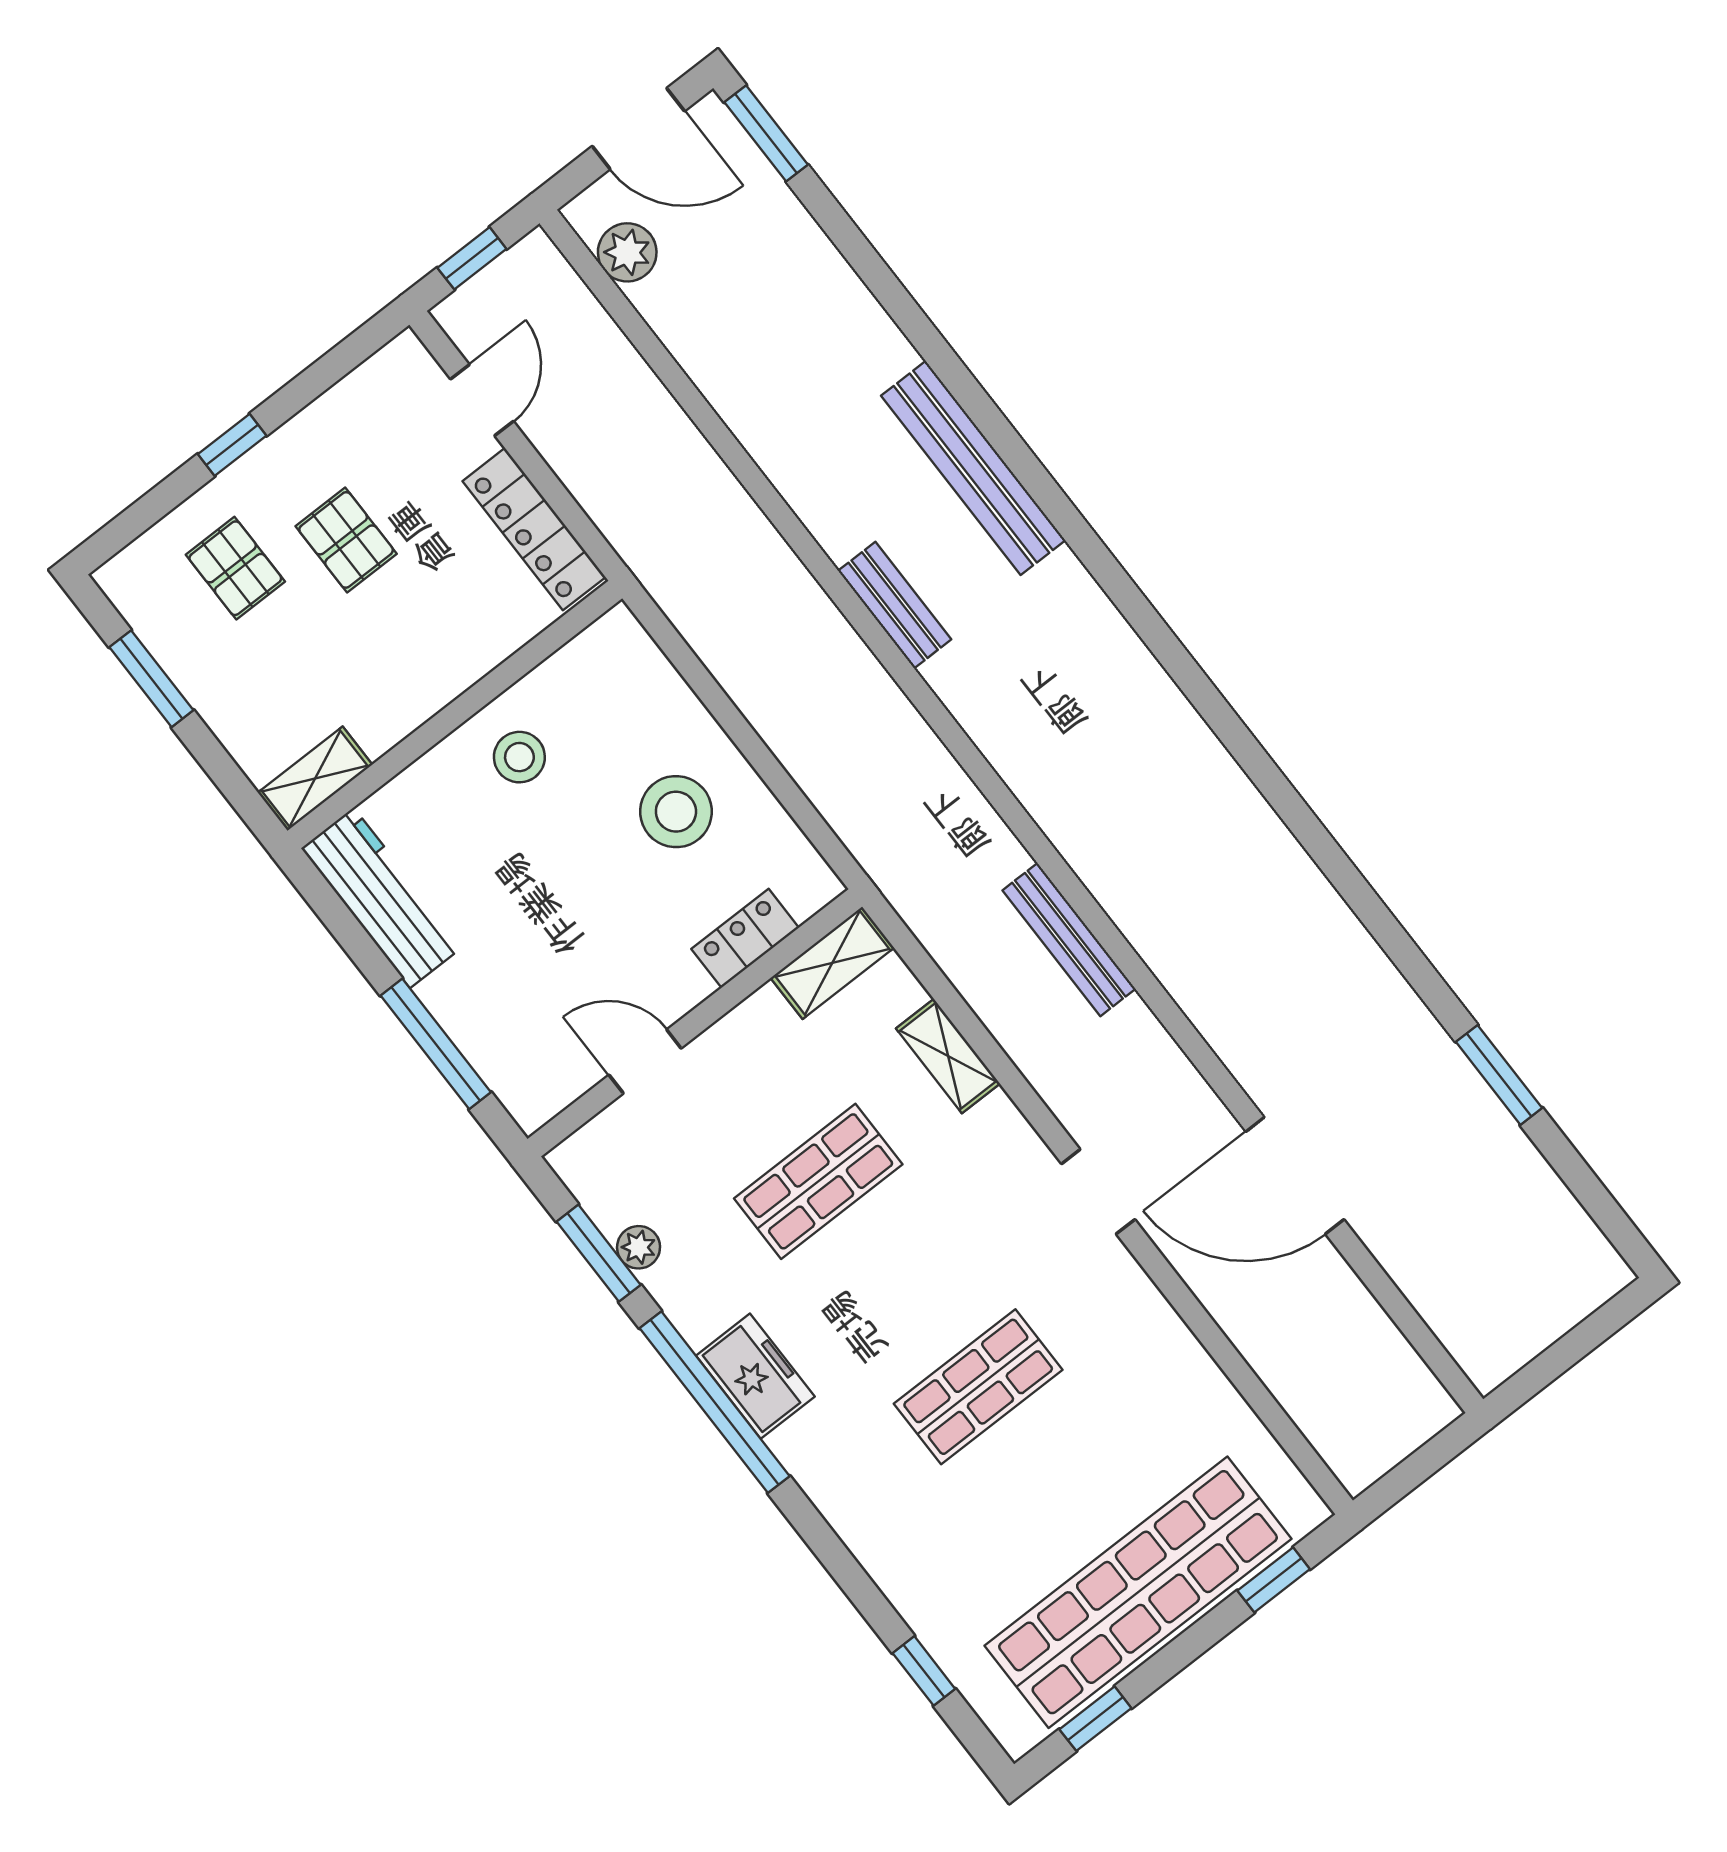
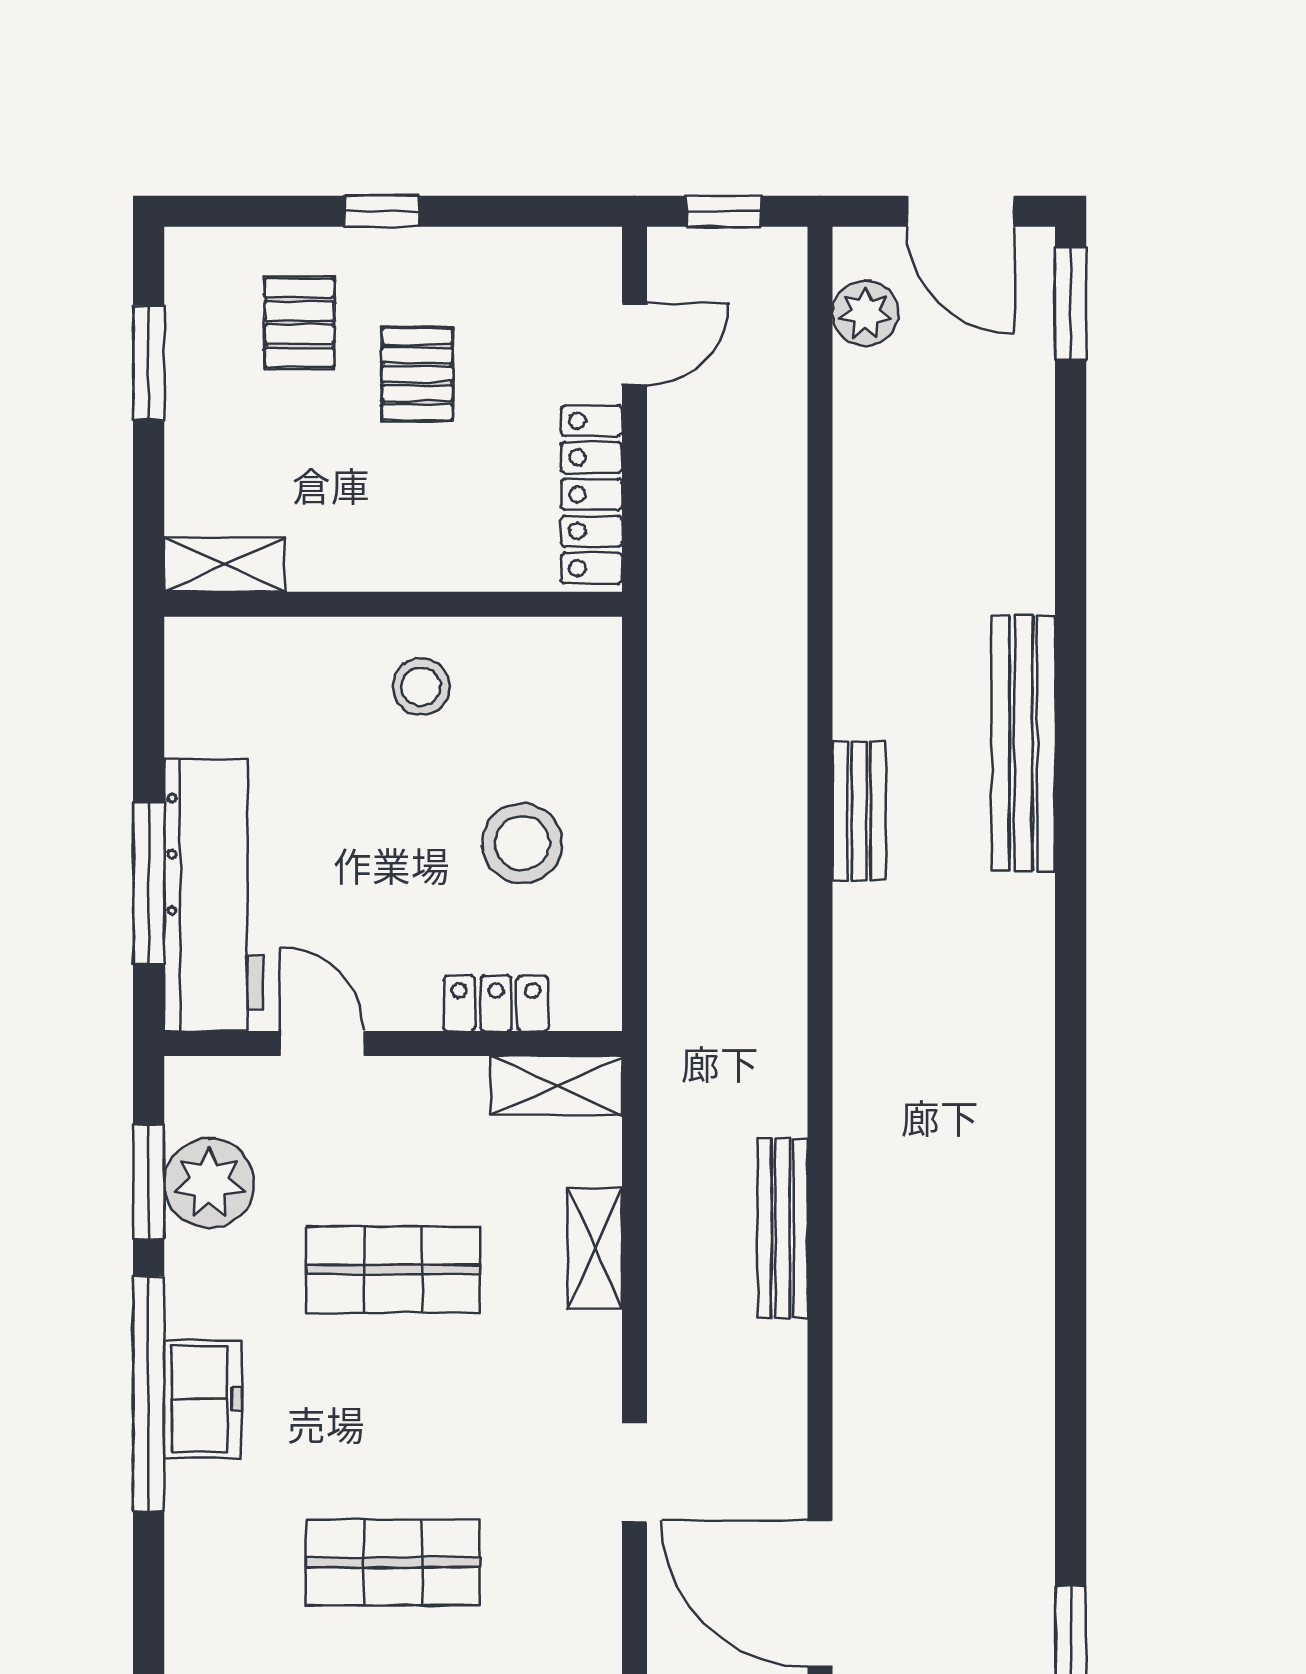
workbench: (382, 898) -> (214, 895), moved, width x1.36, depth x1.32
plant: (639, 1247) -> (209, 1183), width x1.88, depth x1.88

